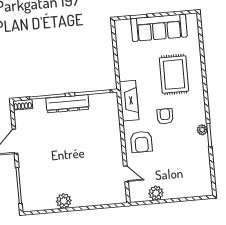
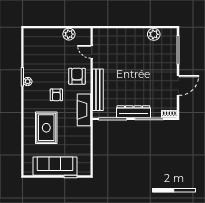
bench: (114, 127) -> (98, 90), added
plant: (64, 201) -> (154, 34), moved

